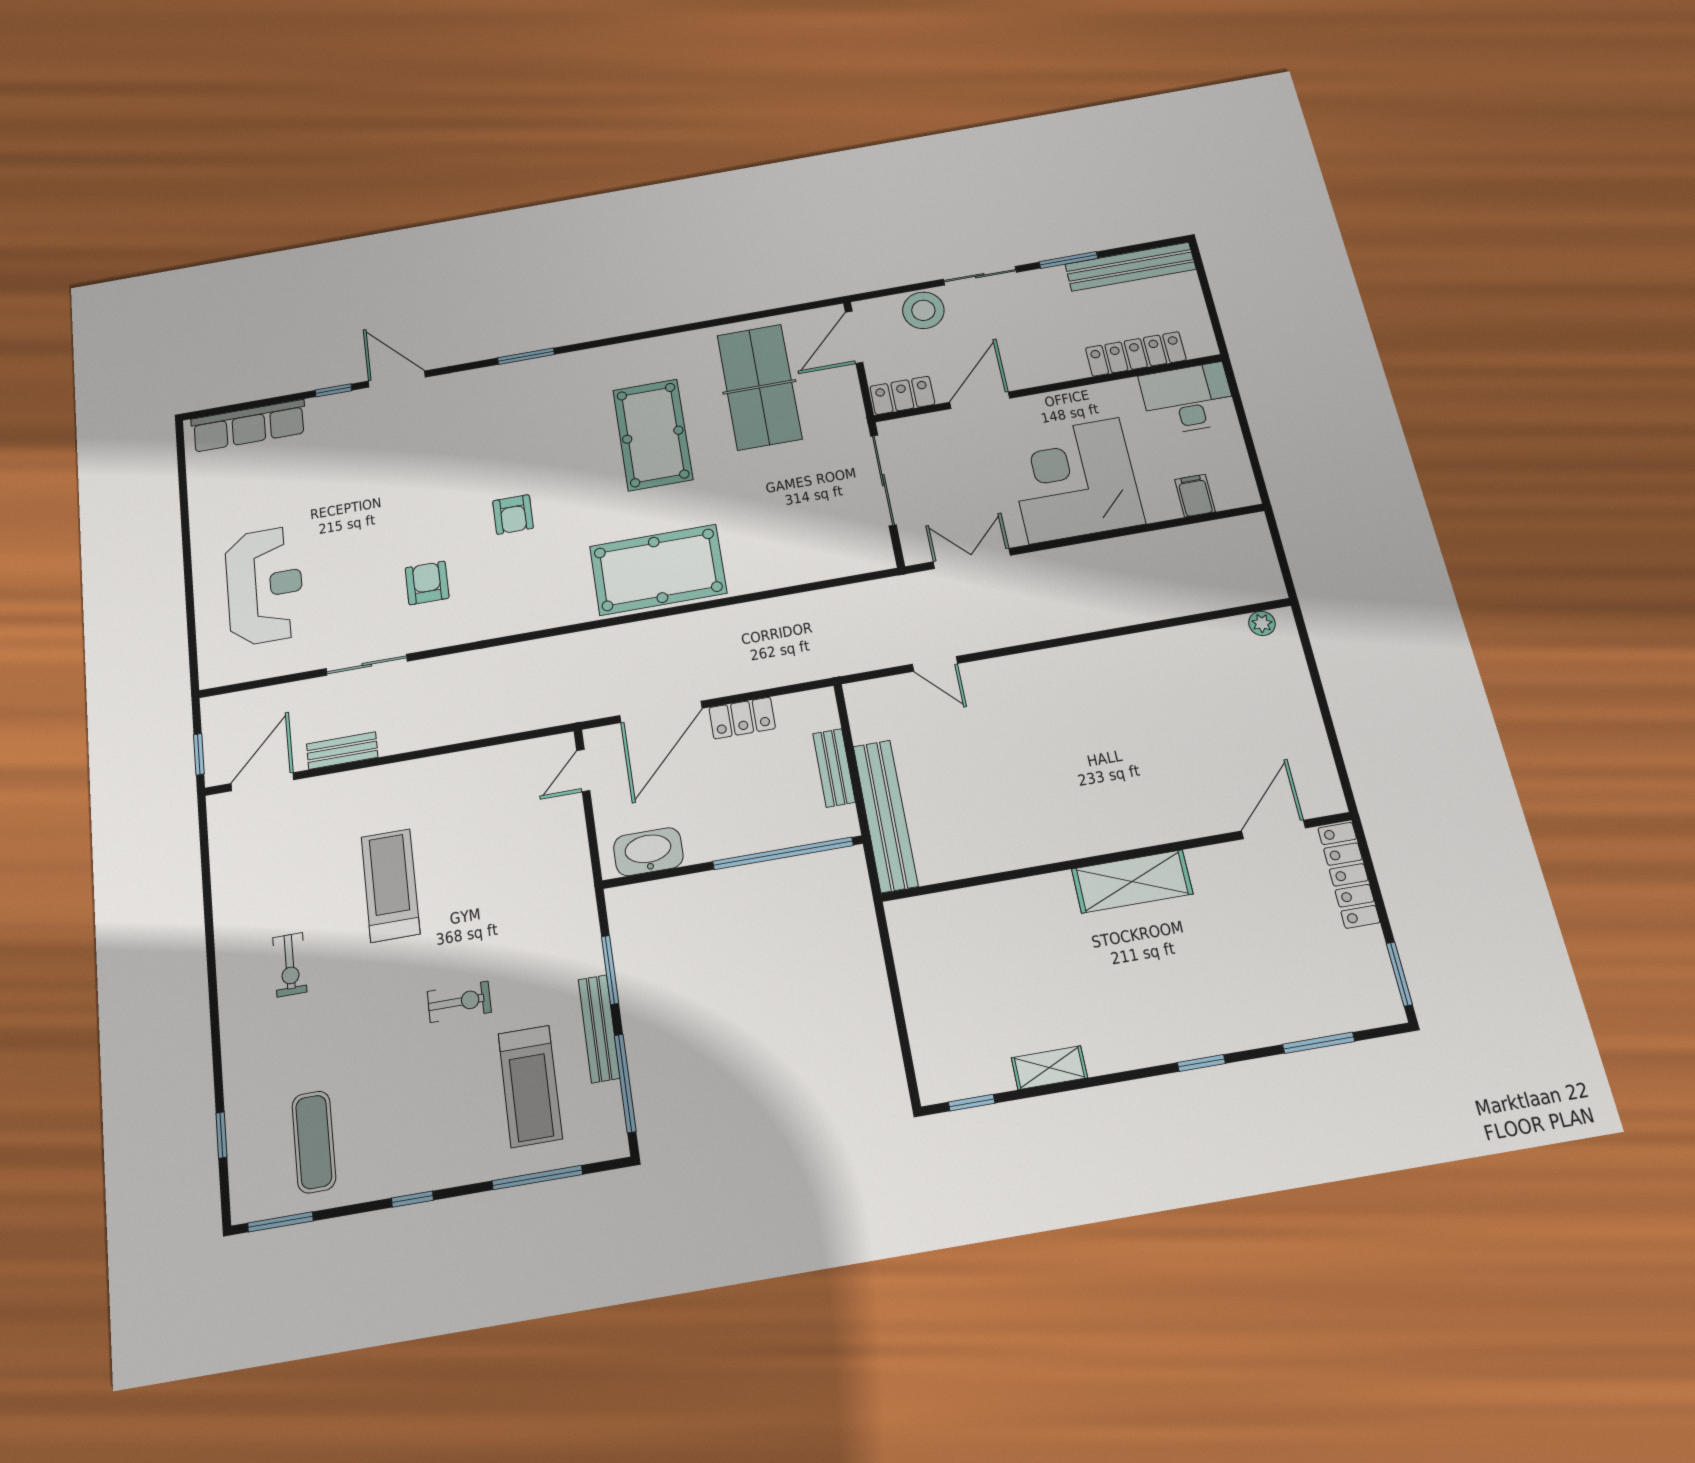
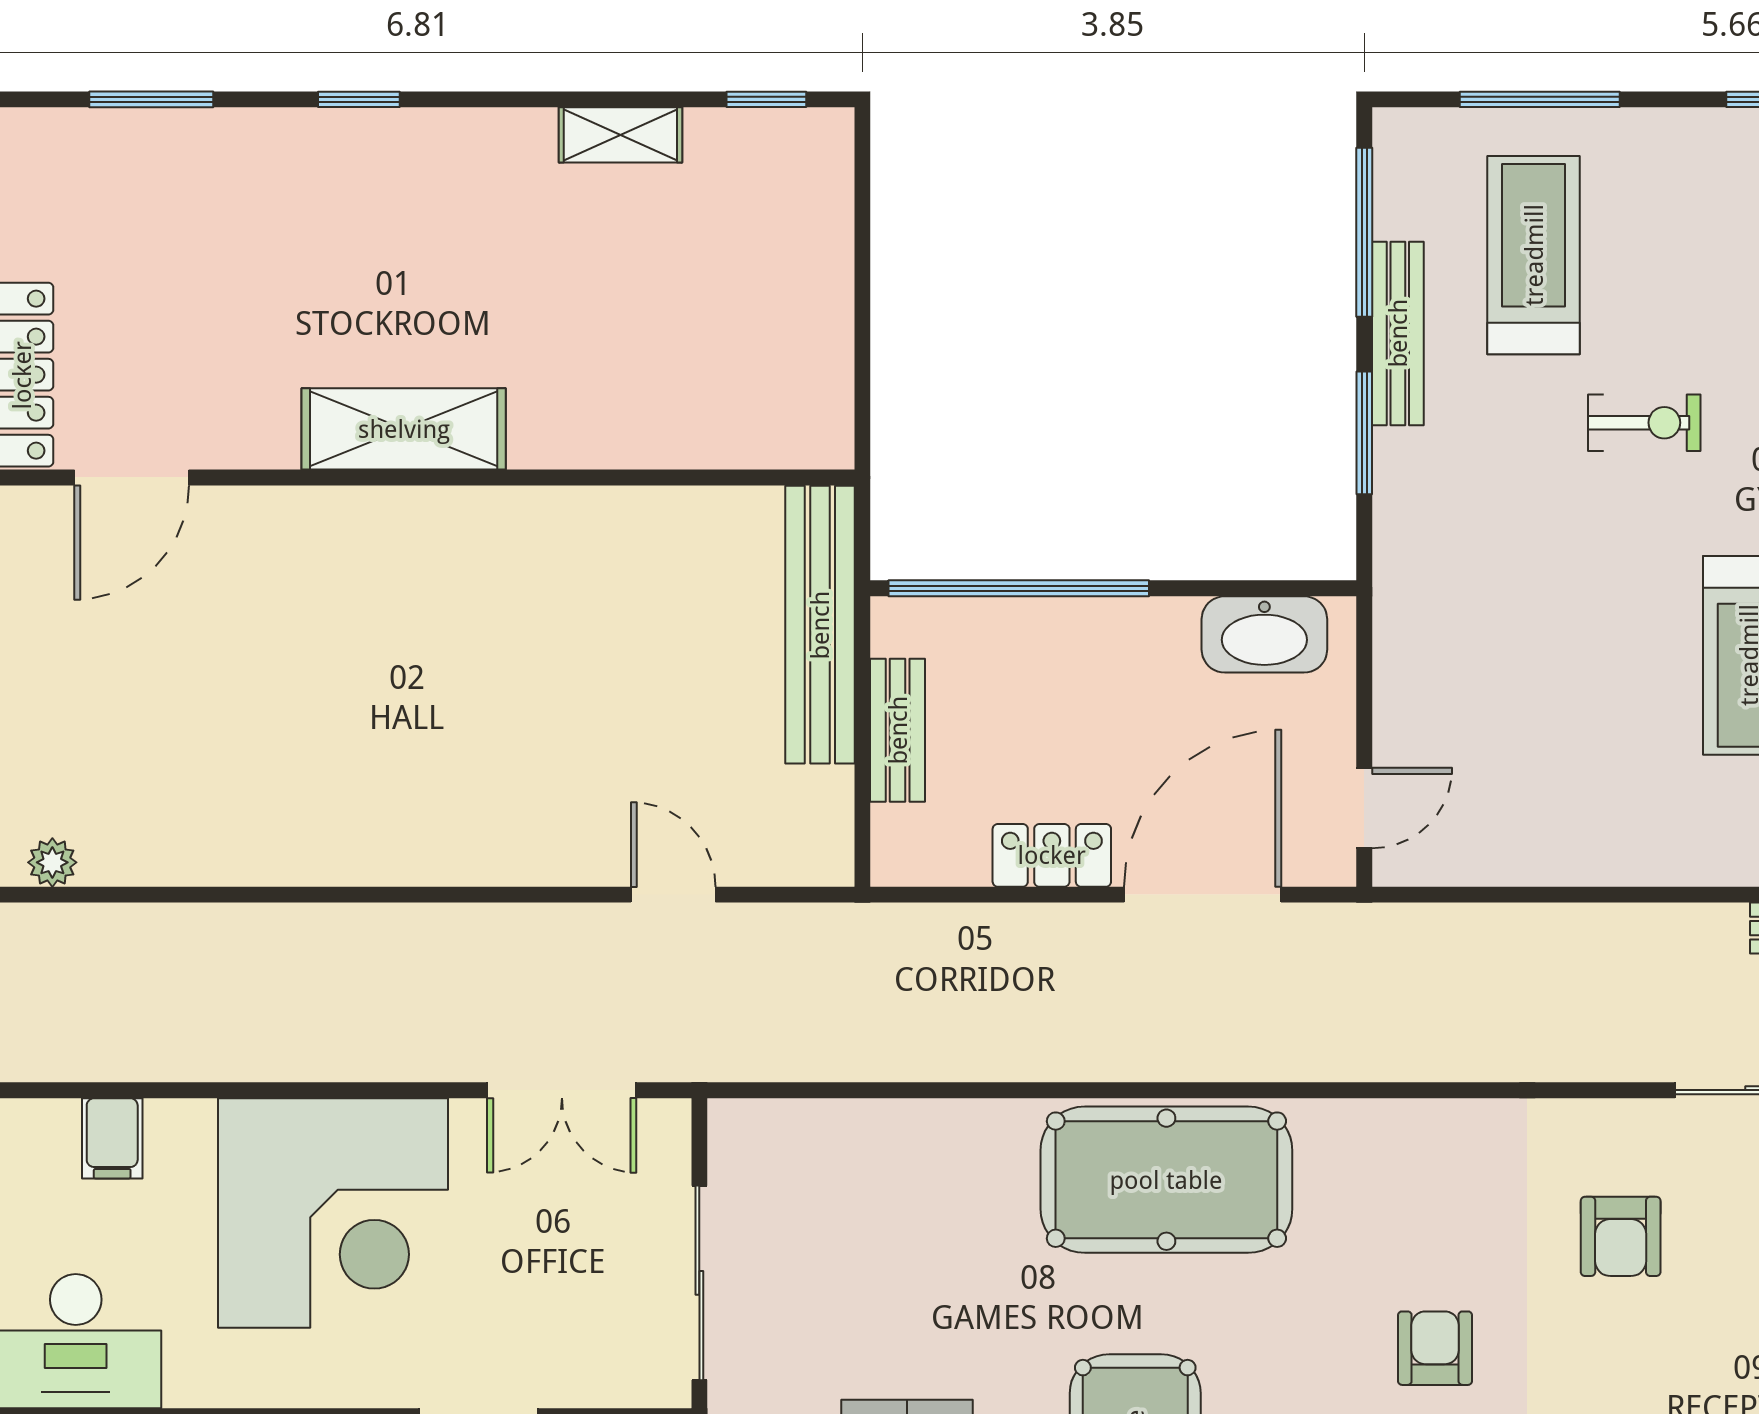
exercise bike: (459, 1002) -> (1644, 423), turned 180

